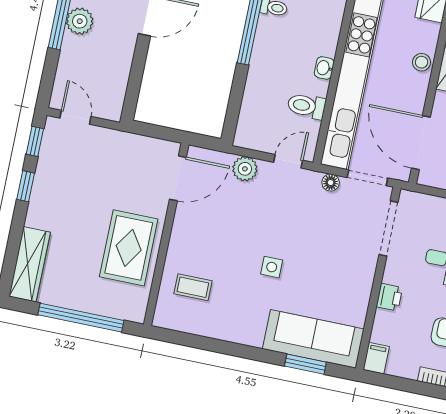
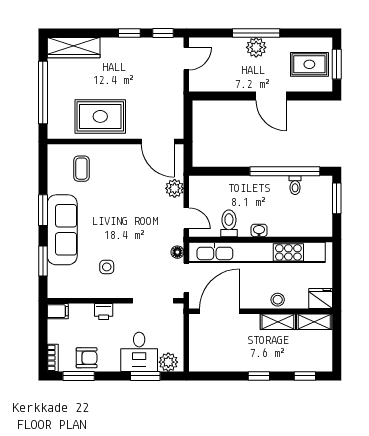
side table: (272, 267) -> (107, 267), moved
sofa: (313, 339) -> (62, 230), moved
window: (238, 350) -> (43, 210), added

